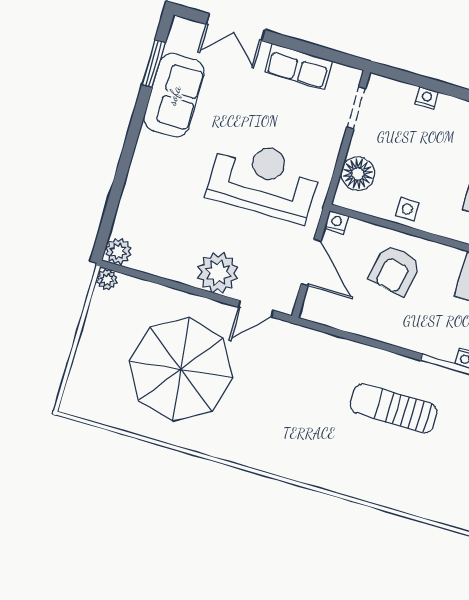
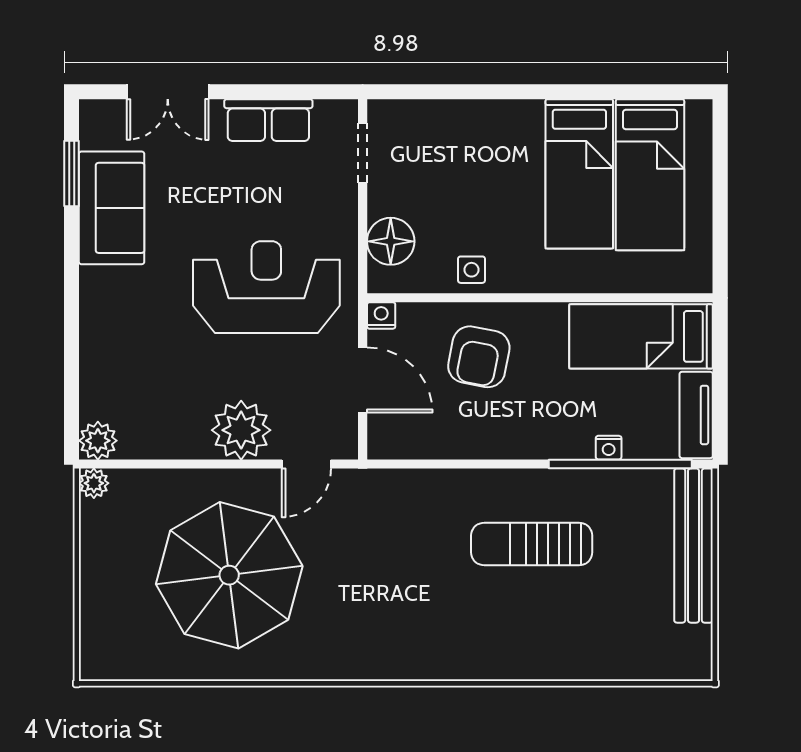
nightstand: (426, 98) -> (454, 112), removed

